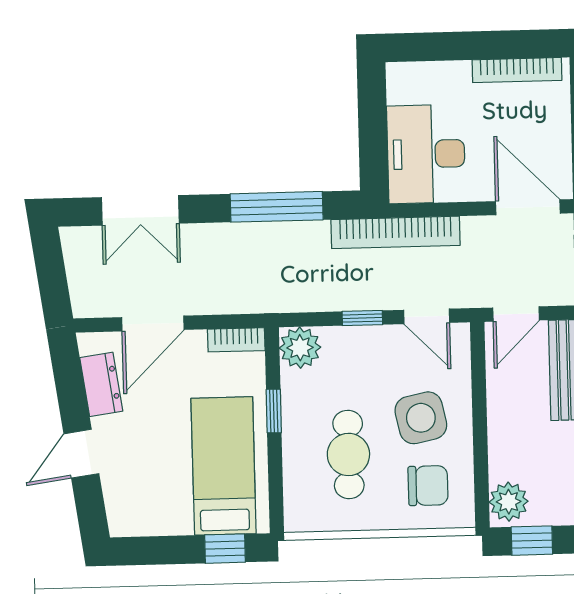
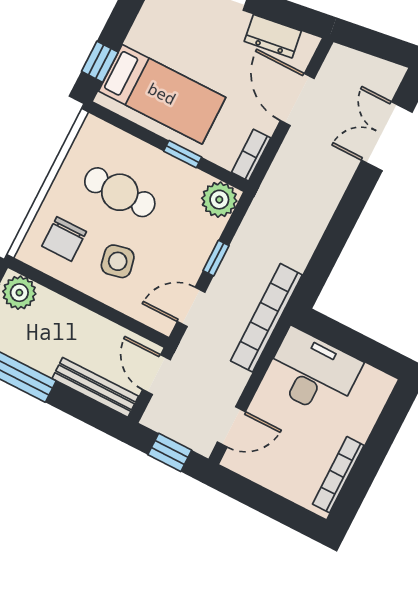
window: (277, 207) -> (334, 239), removed
door: (528, 207) -> (231, 427), width x0.73
side table: (421, 418) -> (118, 261), width x0.73, depth x0.73

